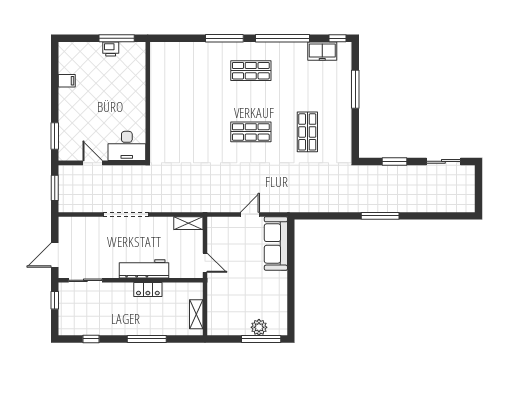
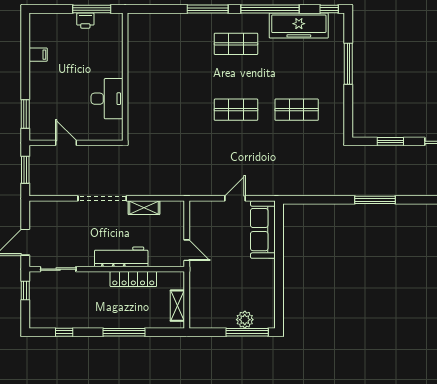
freezer: (322, 51) -> (299, 26), width x1.91, depth x1.26
shop shelf: (307, 132) -> (297, 110), turned 90
desk: (127, 146) -> (107, 99), moved, turned -90
shelving: (188, 223) -> (144, 208), moved
locker: (148, 290) -> (133, 279), width x1.53

